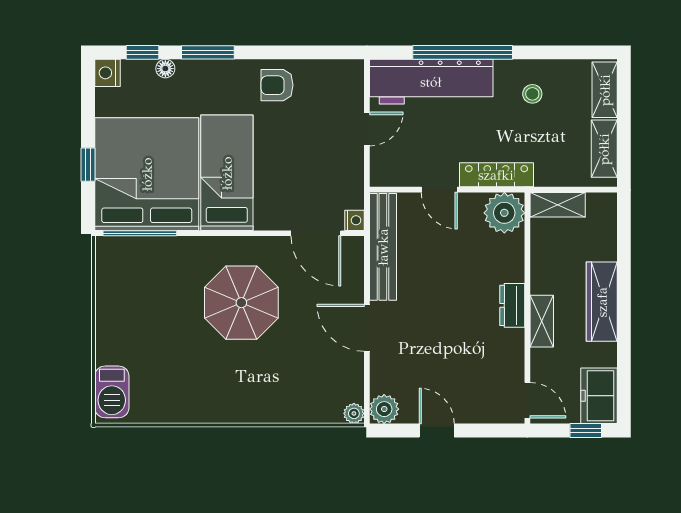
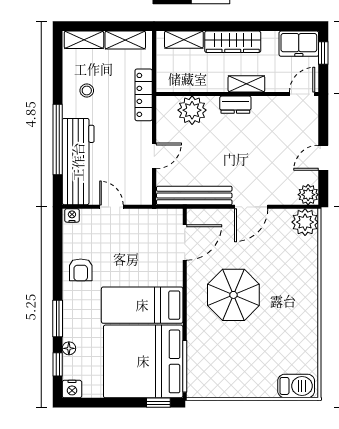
window: (88, 165) -> (158, 403), moved
locker: (496, 175) -> (144, 95), moved
shelving: (558, 205) -> (184, 40), moved, turned 90
plant: (504, 213) -> (192, 110), moved
nightstand: (354, 220) -> (72, 215), moved
plant: (354, 413) -> (305, 222), width x1.88, depth x1.88

